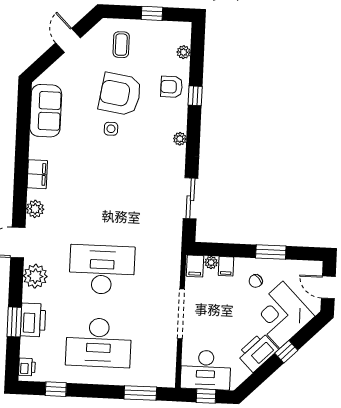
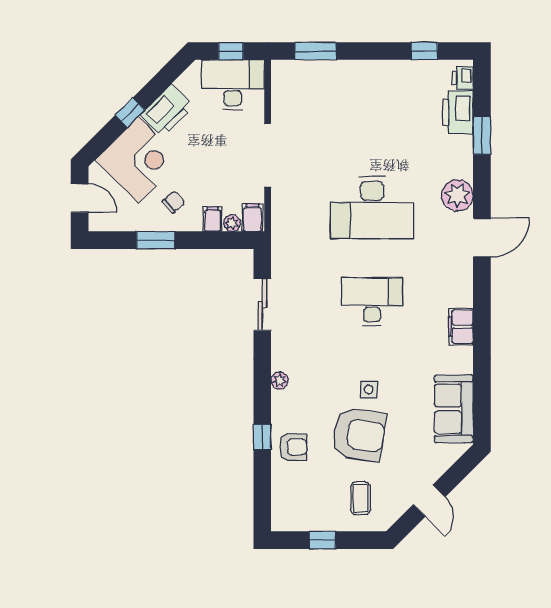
plant: (184, 52) -> (280, 492), removed
plant: (35, 209) -> (462, 282), removed
printer: (33, 320) -> (458, 112), moved
desk: (99, 343) -> (372, 302), moved, width x0.73, depth x0.77

